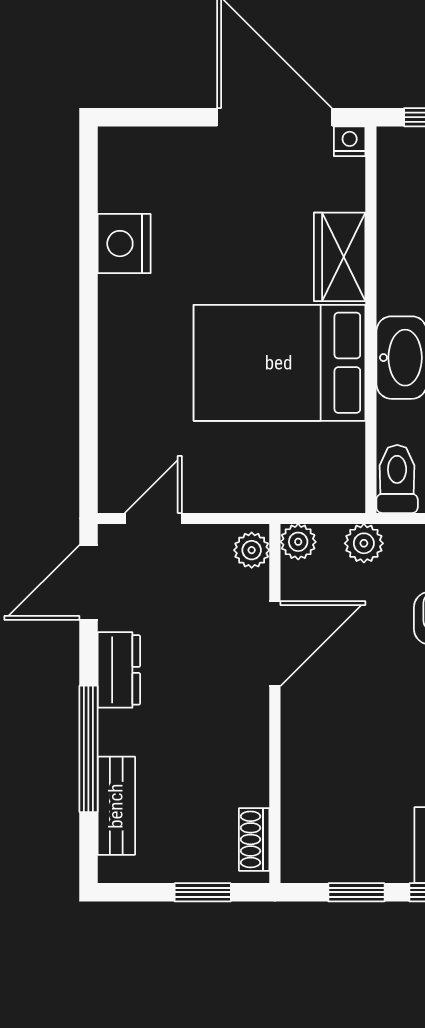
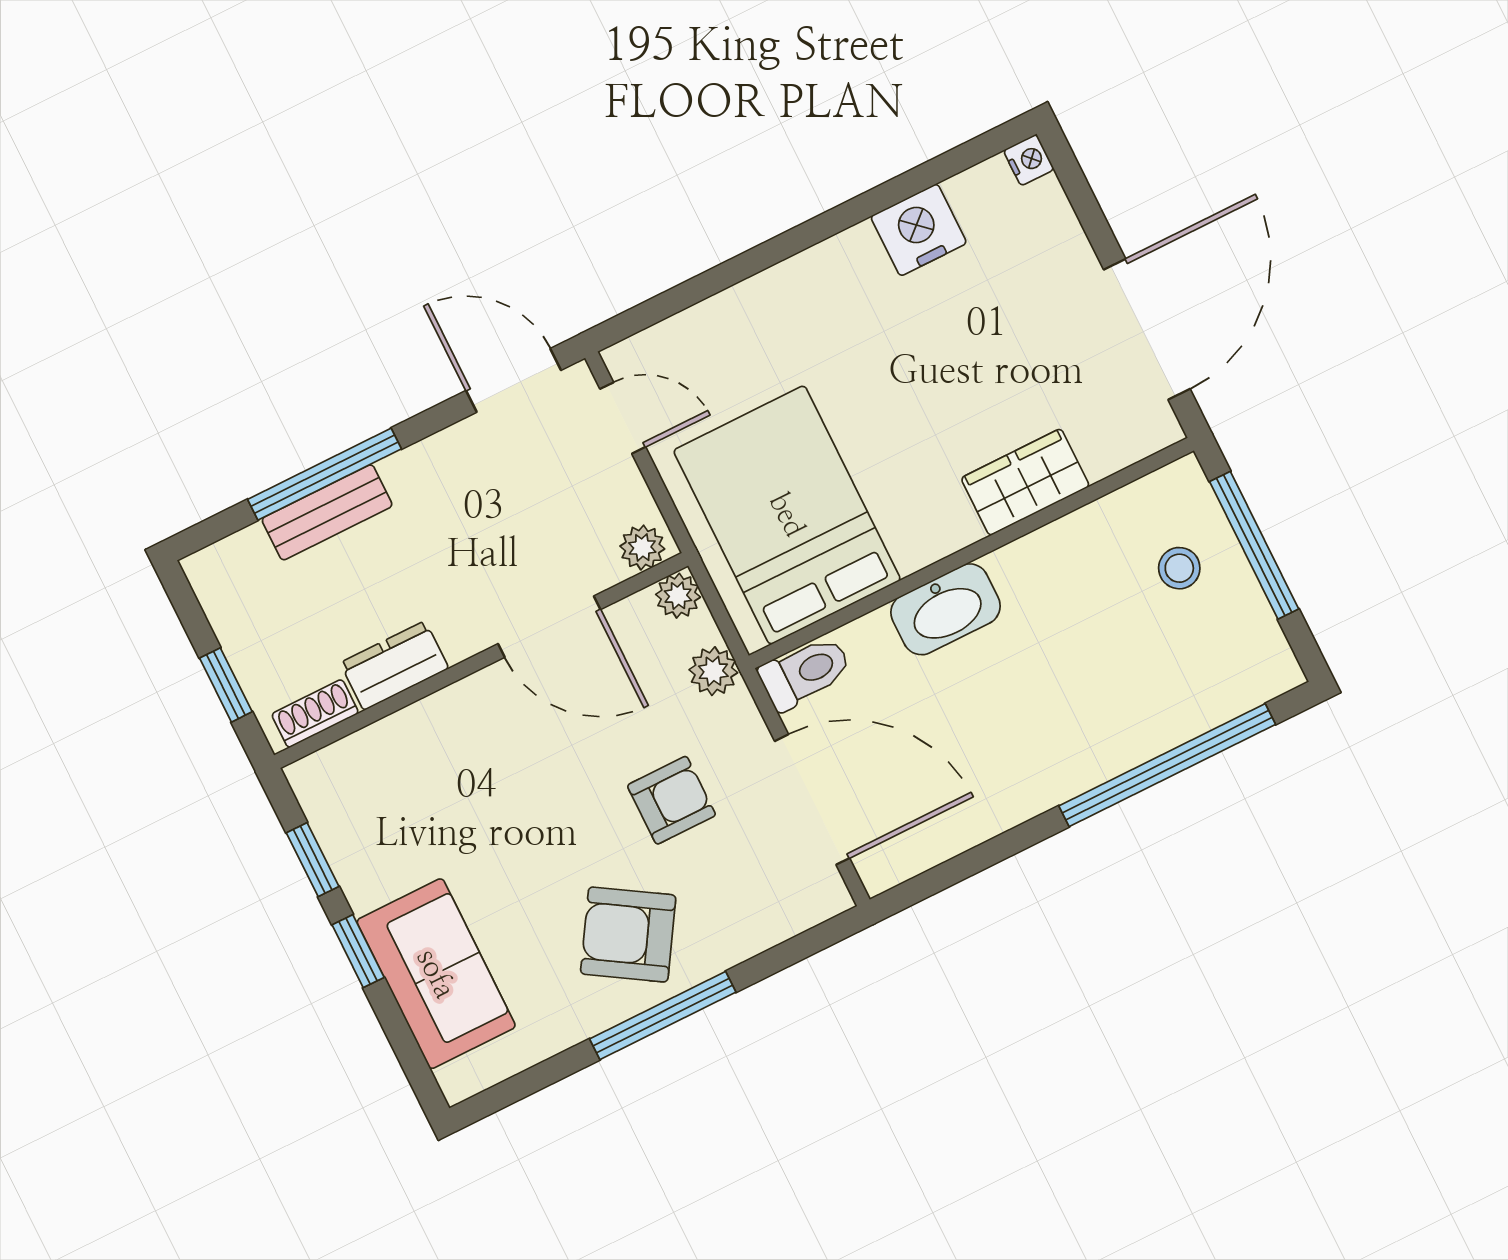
nightstand: (350, 141) -> (1029, 160), moved
bed: (279, 363) -> (787, 515), moved
dresser: (119, 670) -> (394, 666), moved, turned 180
bench: (116, 806) -> (327, 512), moved

